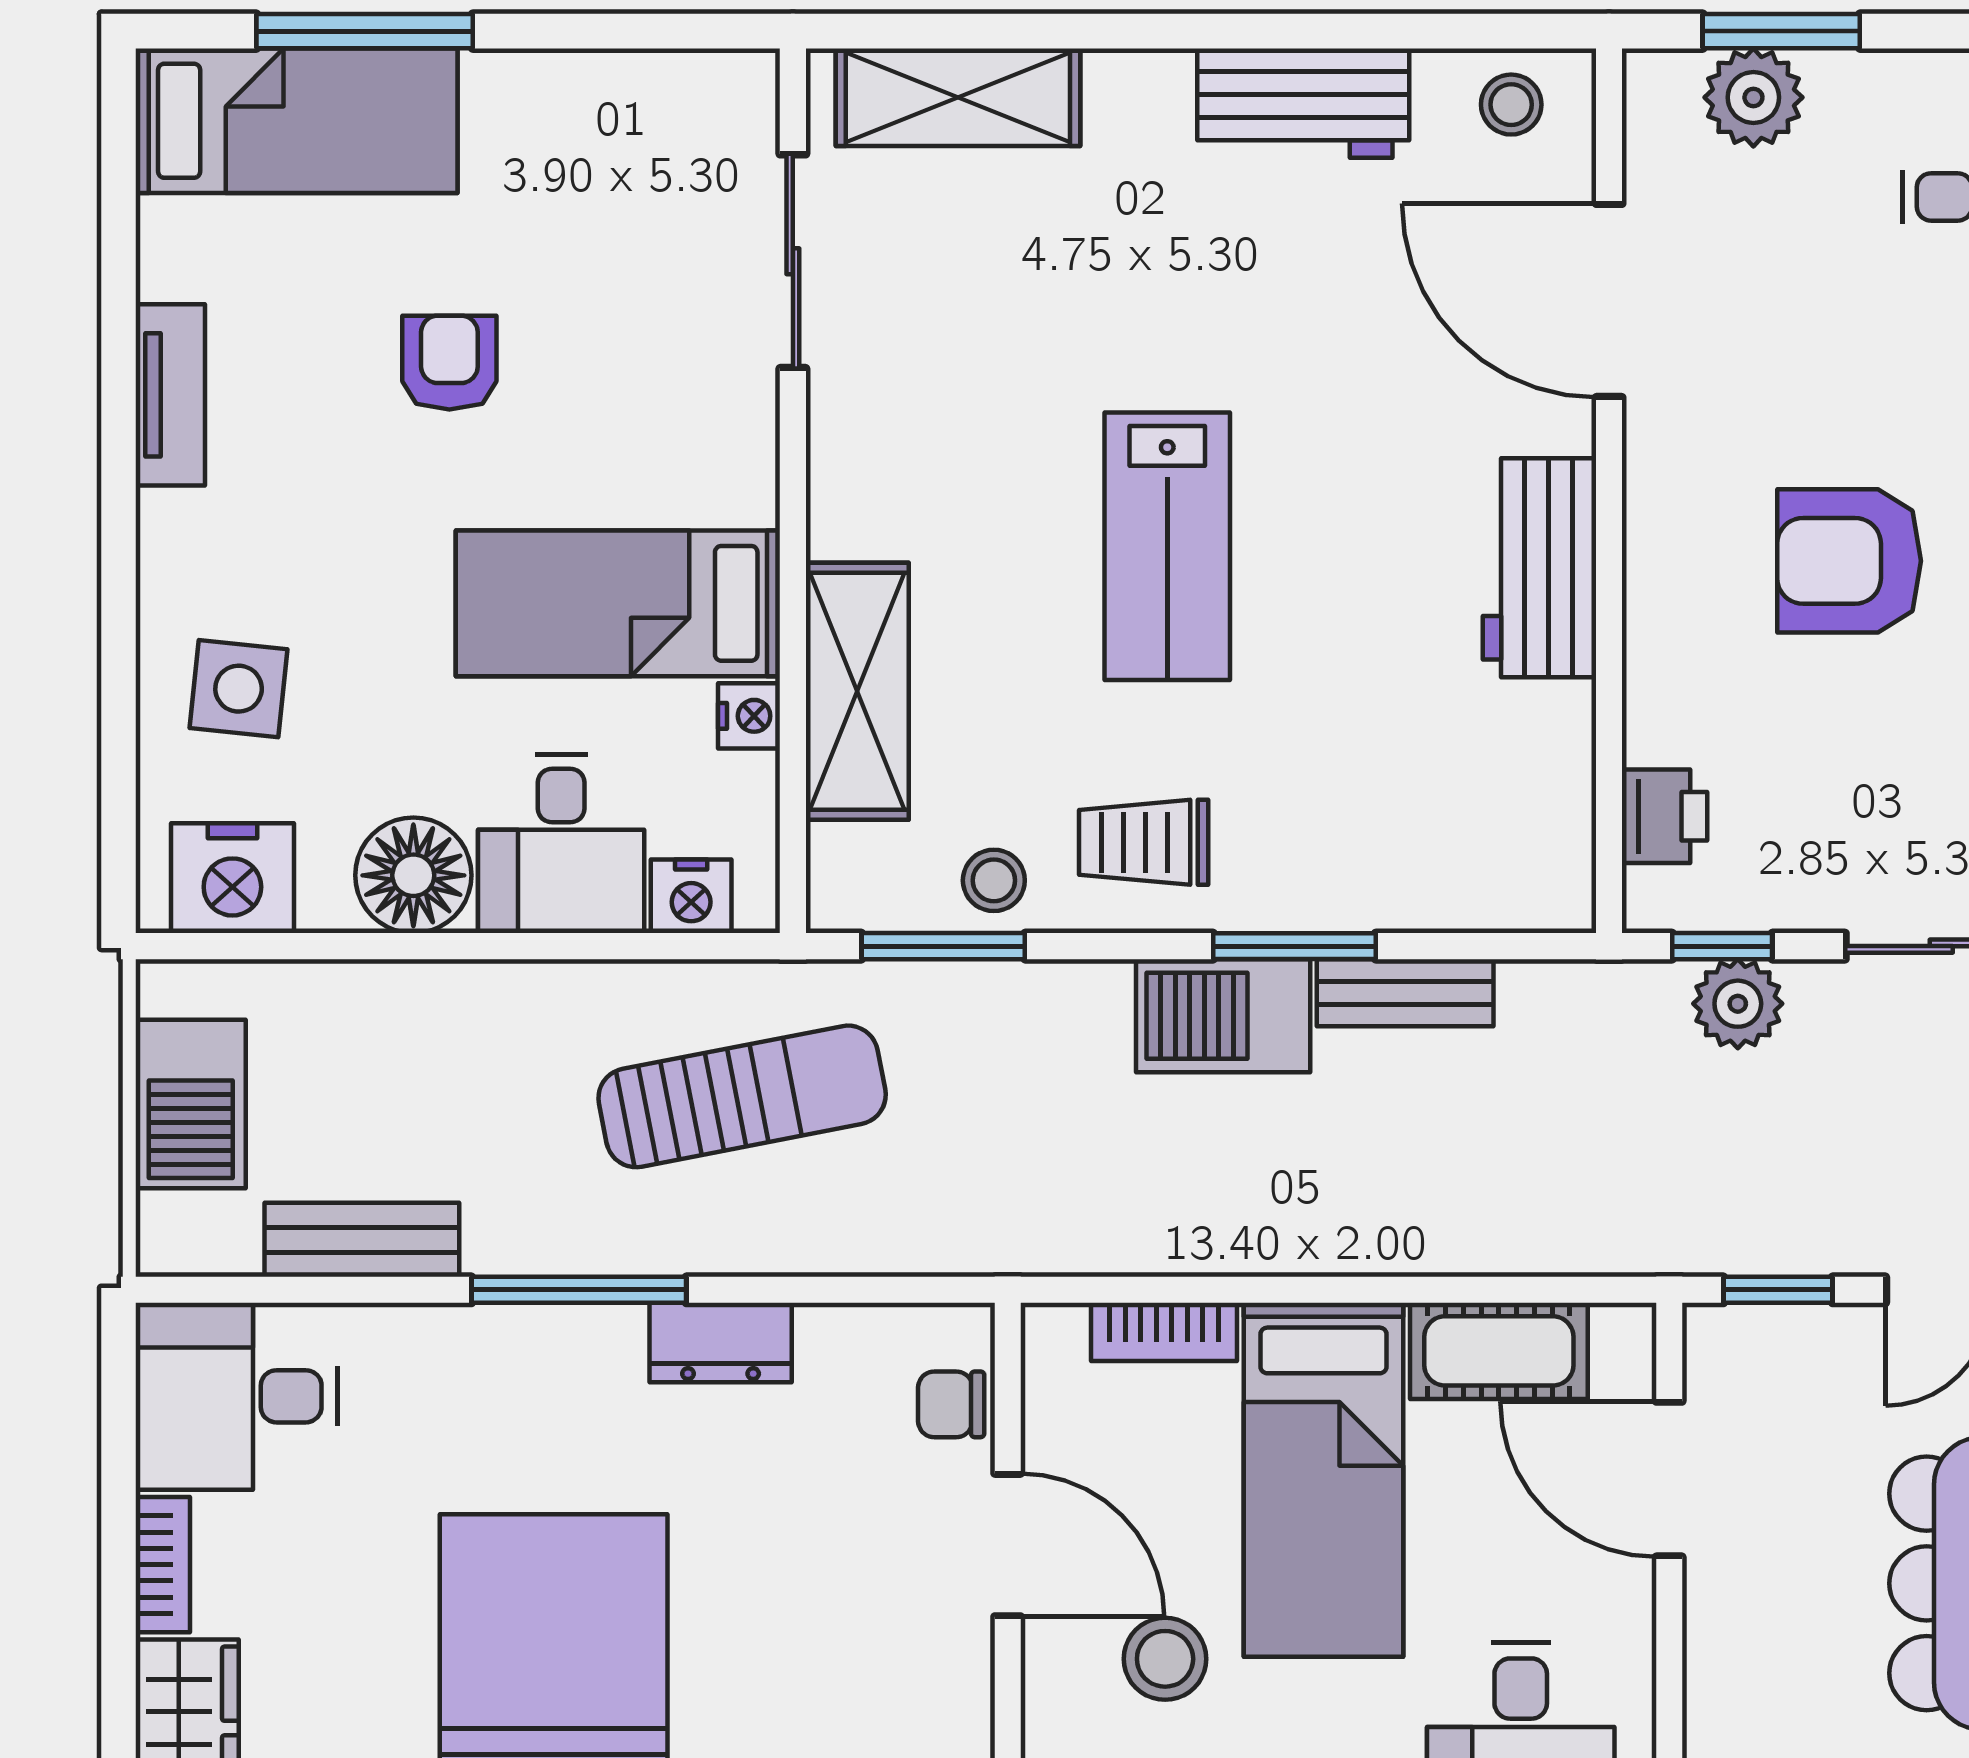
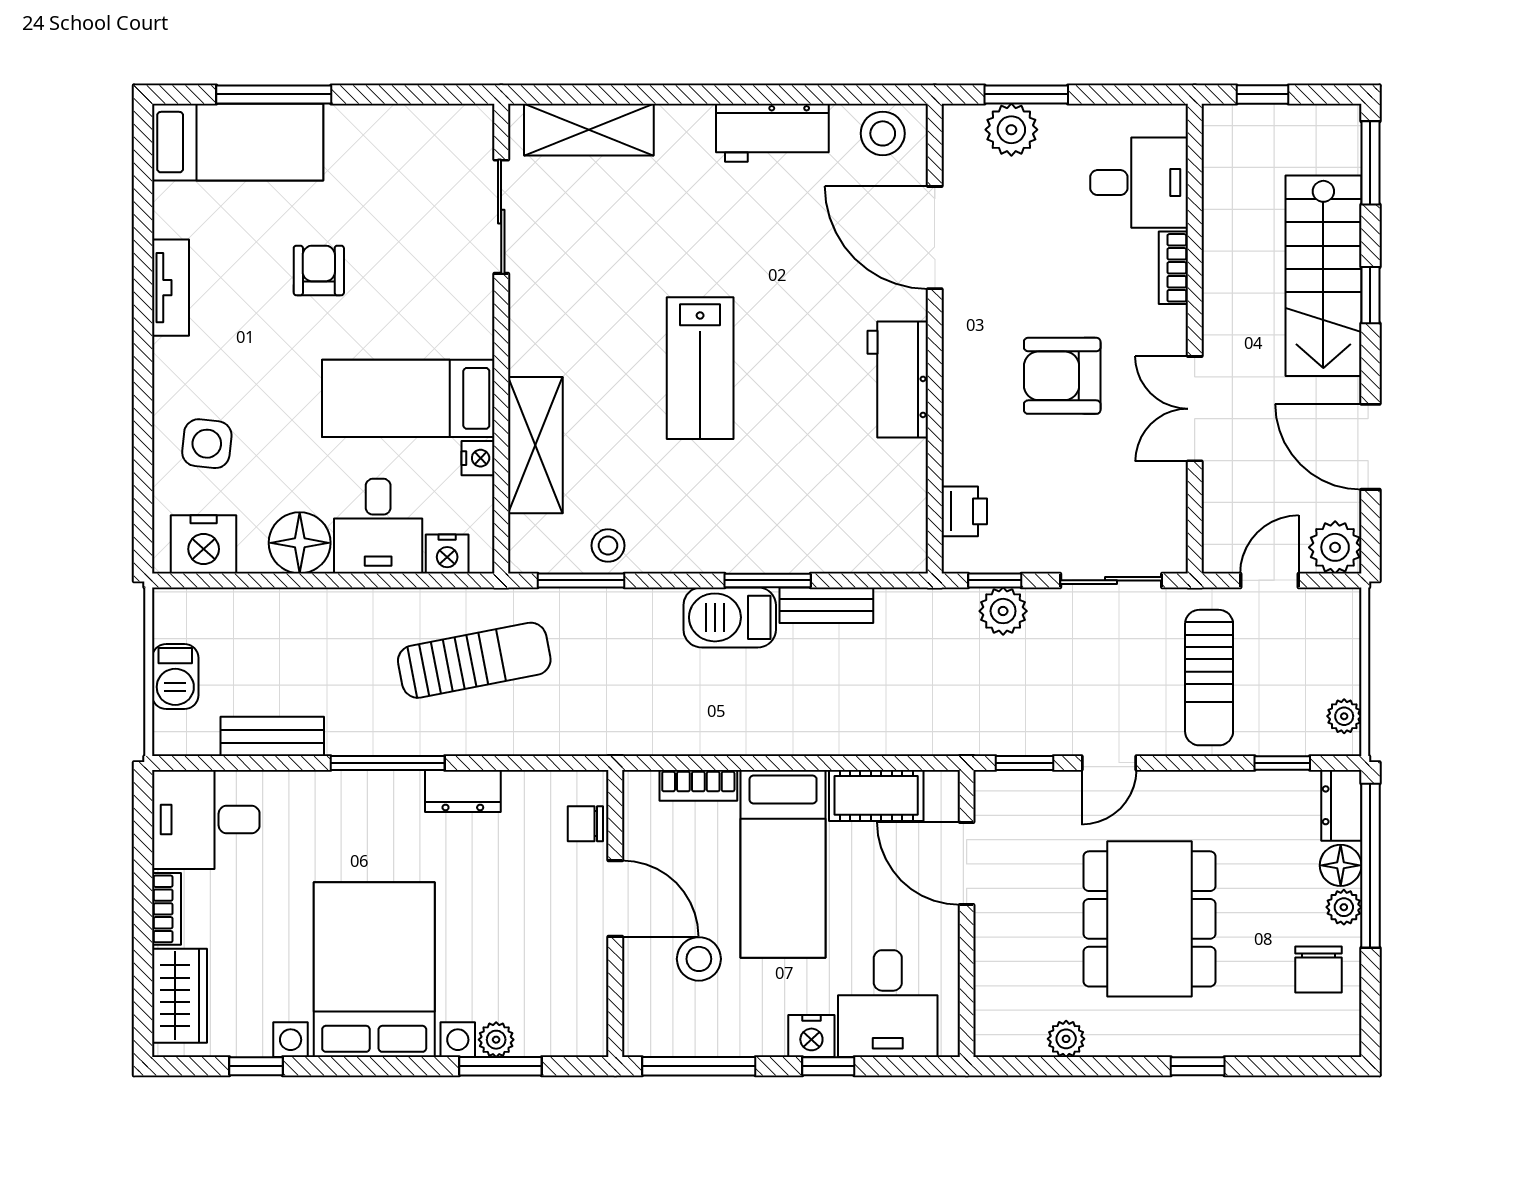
stool: (1511, 105) -> (883, 133), width x1.37, depth x1.37
trolley: (1144, 842) -> (688, 525), removed
barbecue: (191, 1104) -> (175, 677), width x0.73, depth x0.79

